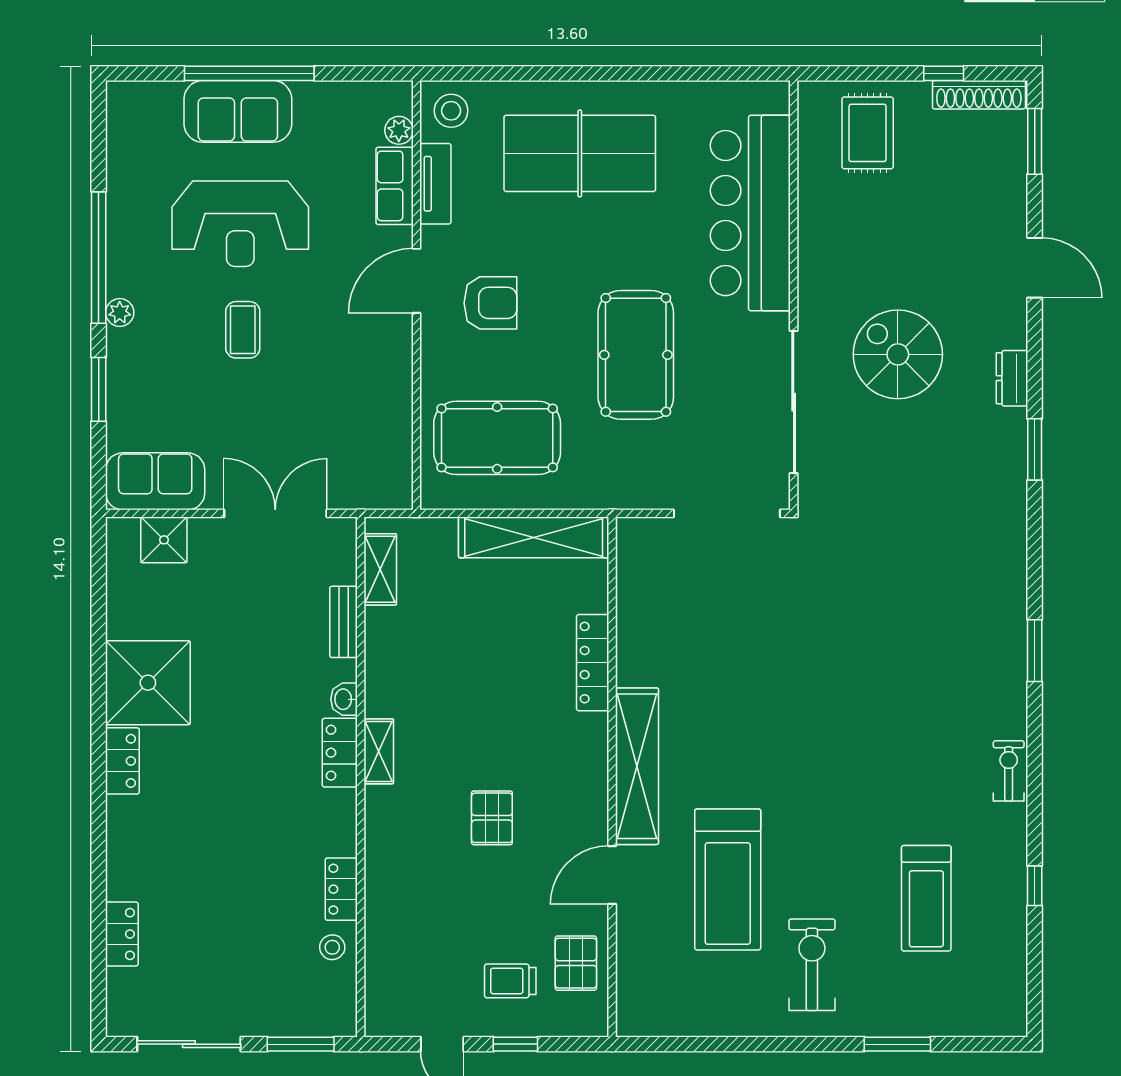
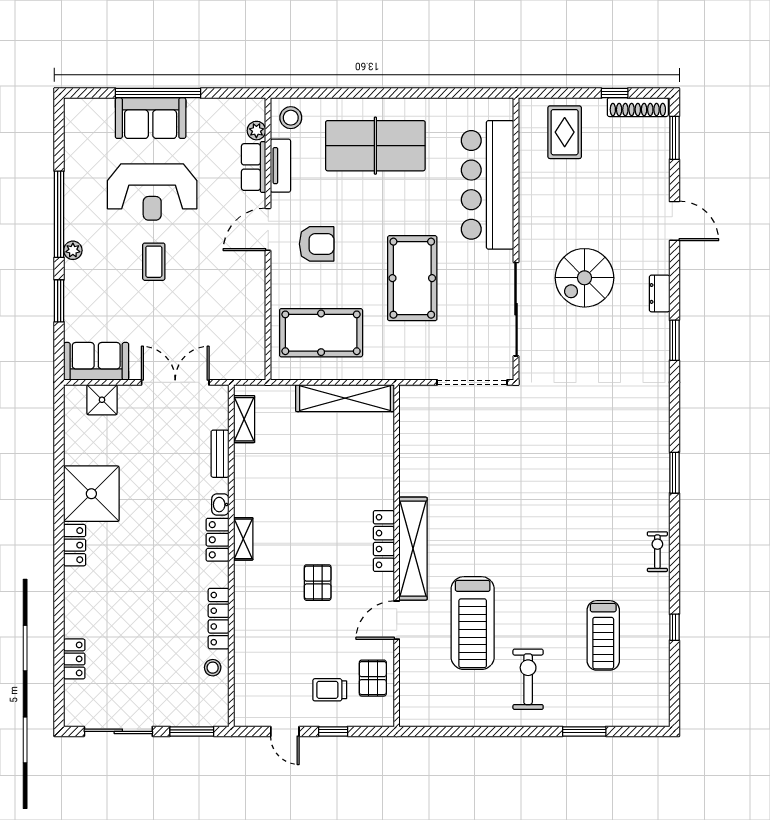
spiral stairs: (898, 354) -> (584, 278), turned -90
locker: (593, 663) -> (384, 541), moved
locker: (341, 889) -> (219, 619), width x1.53

